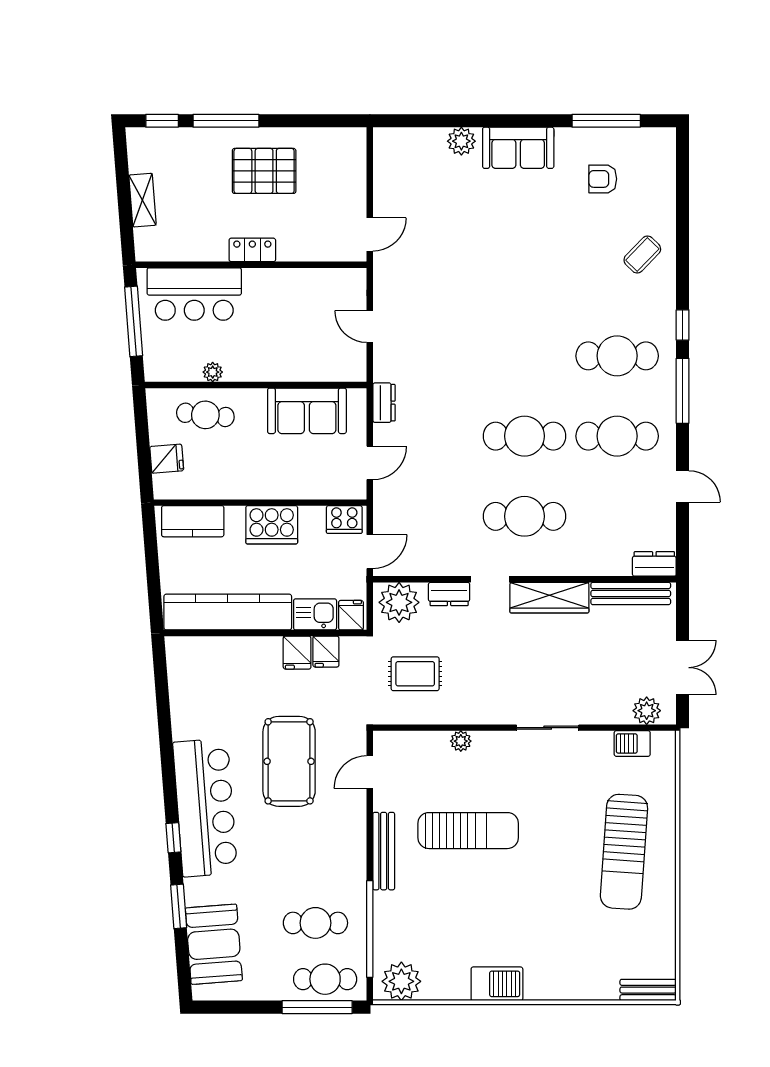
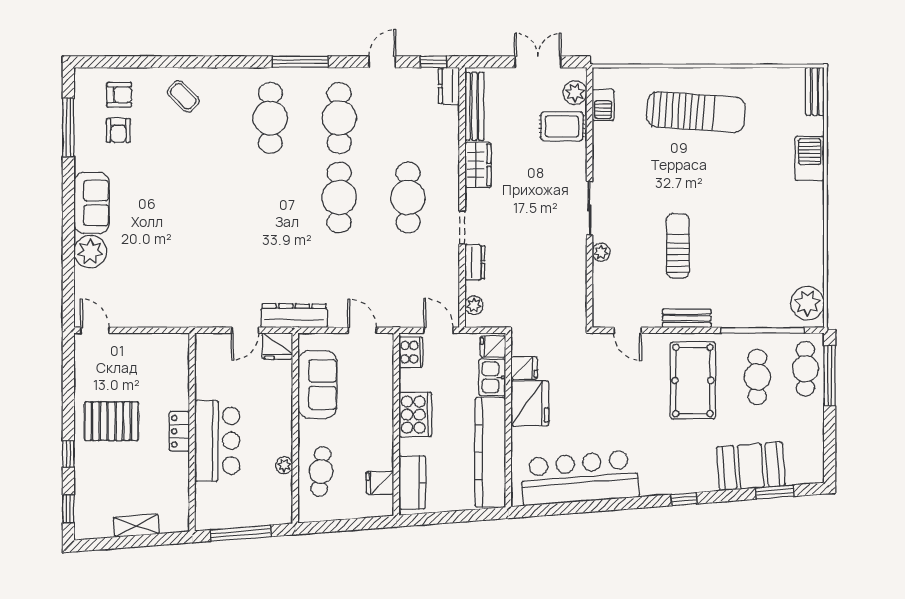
window: (226, 121) -> (68, 454), width x0.46
plant: (461, 141) -> (90, 252), width x1.36, depth x1.36
pallet: (264, 171) -> (111, 421), turned 90
armchair: (644, 180) -> (119, 95), added
door: (370, 234) -> (95, 330), moved
bar counter: (194, 294) -> (217, 441), moved
window: (683, 325) -> (433, 62), moved
fridge: (351, 364) -> (277, 346), added
dresser: (384, 403) -> (294, 316), width x1.96, depth x1.24
fridge: (167, 459) -> (380, 483), moved, turned -86
wardrobe: (549, 598) -> (478, 165), width x0.67
plant: (399, 602) -> (474, 305), width x0.53, depth x0.53
fridge: (297, 653) -> (530, 403), width x1.88, depth x1.34
rug: (415, 674) -> (562, 126), moved, turned 90
sliding door: (548, 728) -> (589, 208), moved
pool table: (289, 761) -> (693, 380), moved, turned 90
bar counter: (205, 808) -> (580, 478), moved
sun lounger: (468, 831) -> (678, 246), width x0.73, depth x0.75
bench: (384, 851) -> (687, 318), width x0.73
window: (179, 906) -> (775, 492), moved
booth: (214, 944) -> (751, 466), moved
barbecue: (497, 984) -> (810, 158), moved

